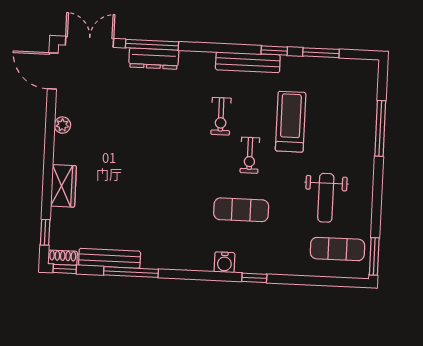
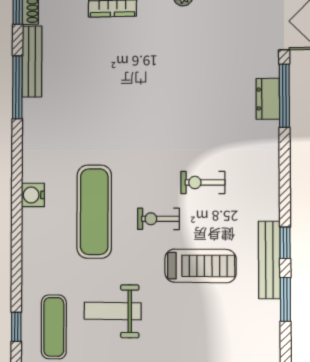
dresser: (154, 59) -> (268, 99), width x0.70
bench: (248, 62) -> (269, 260), moved
exercise mat: (241, 210) -> (94, 212), width x1.36, depth x1.45
window: (254, 278) -> (16, 327), moved

